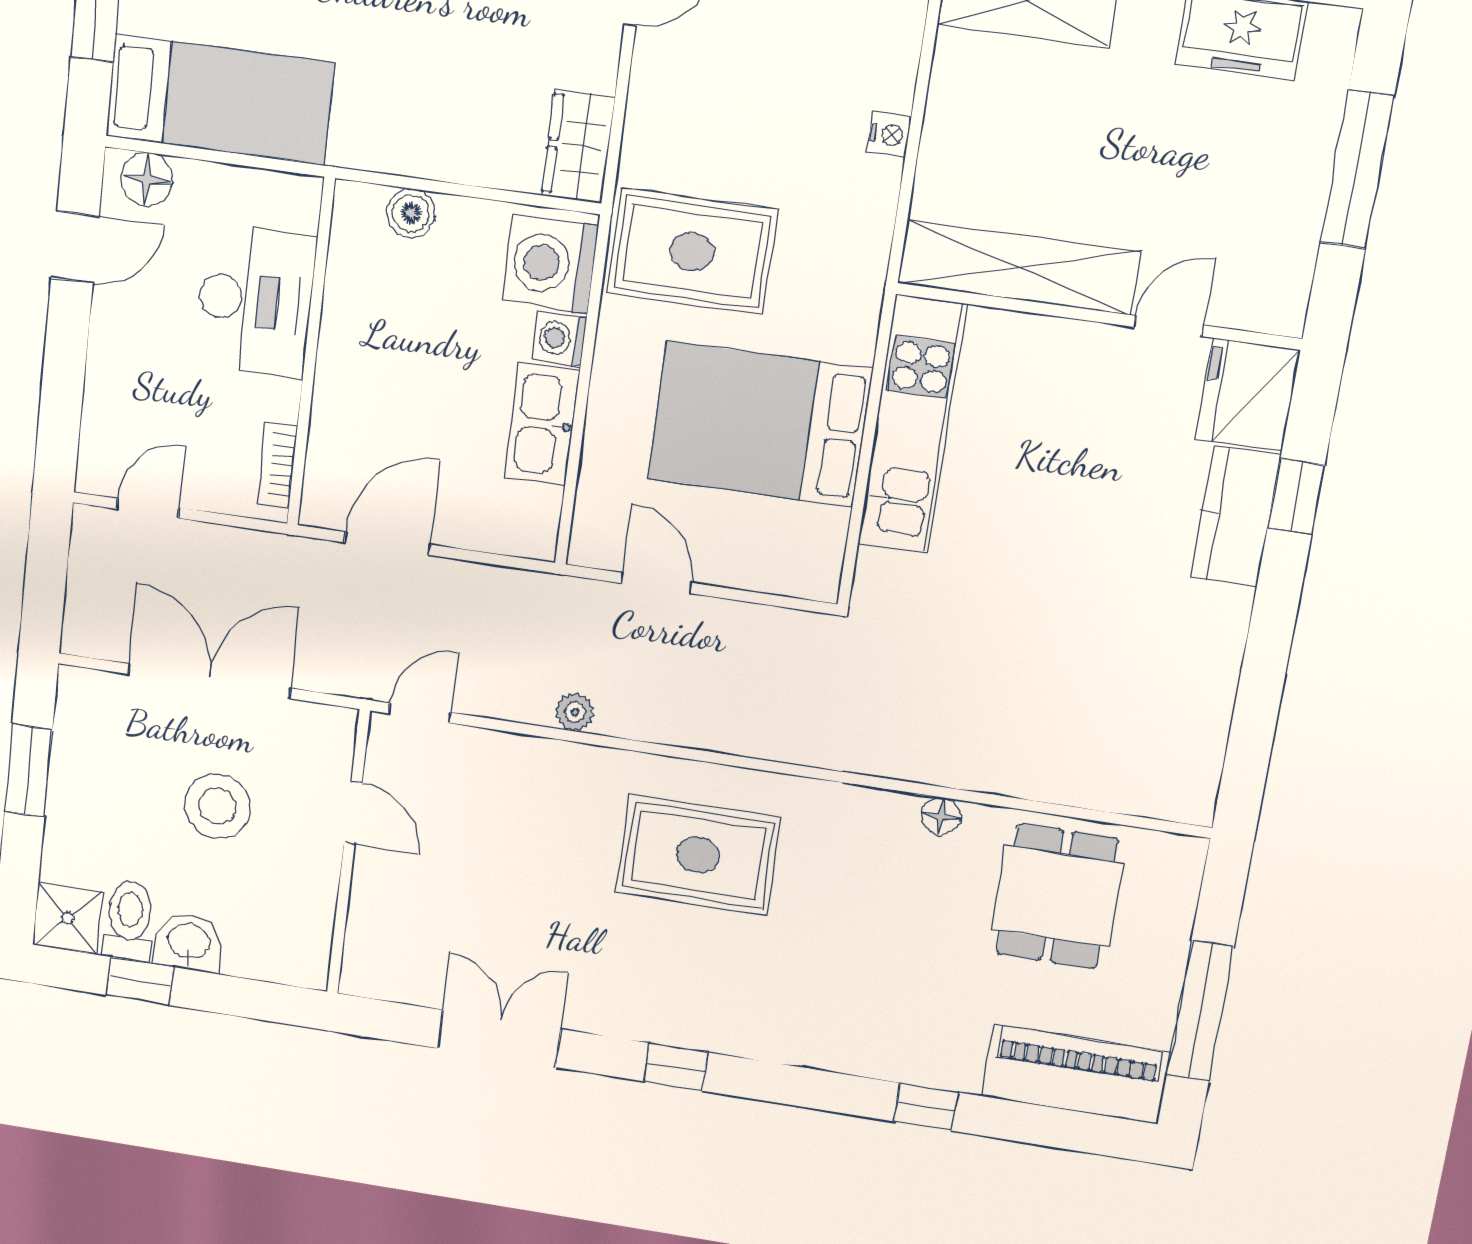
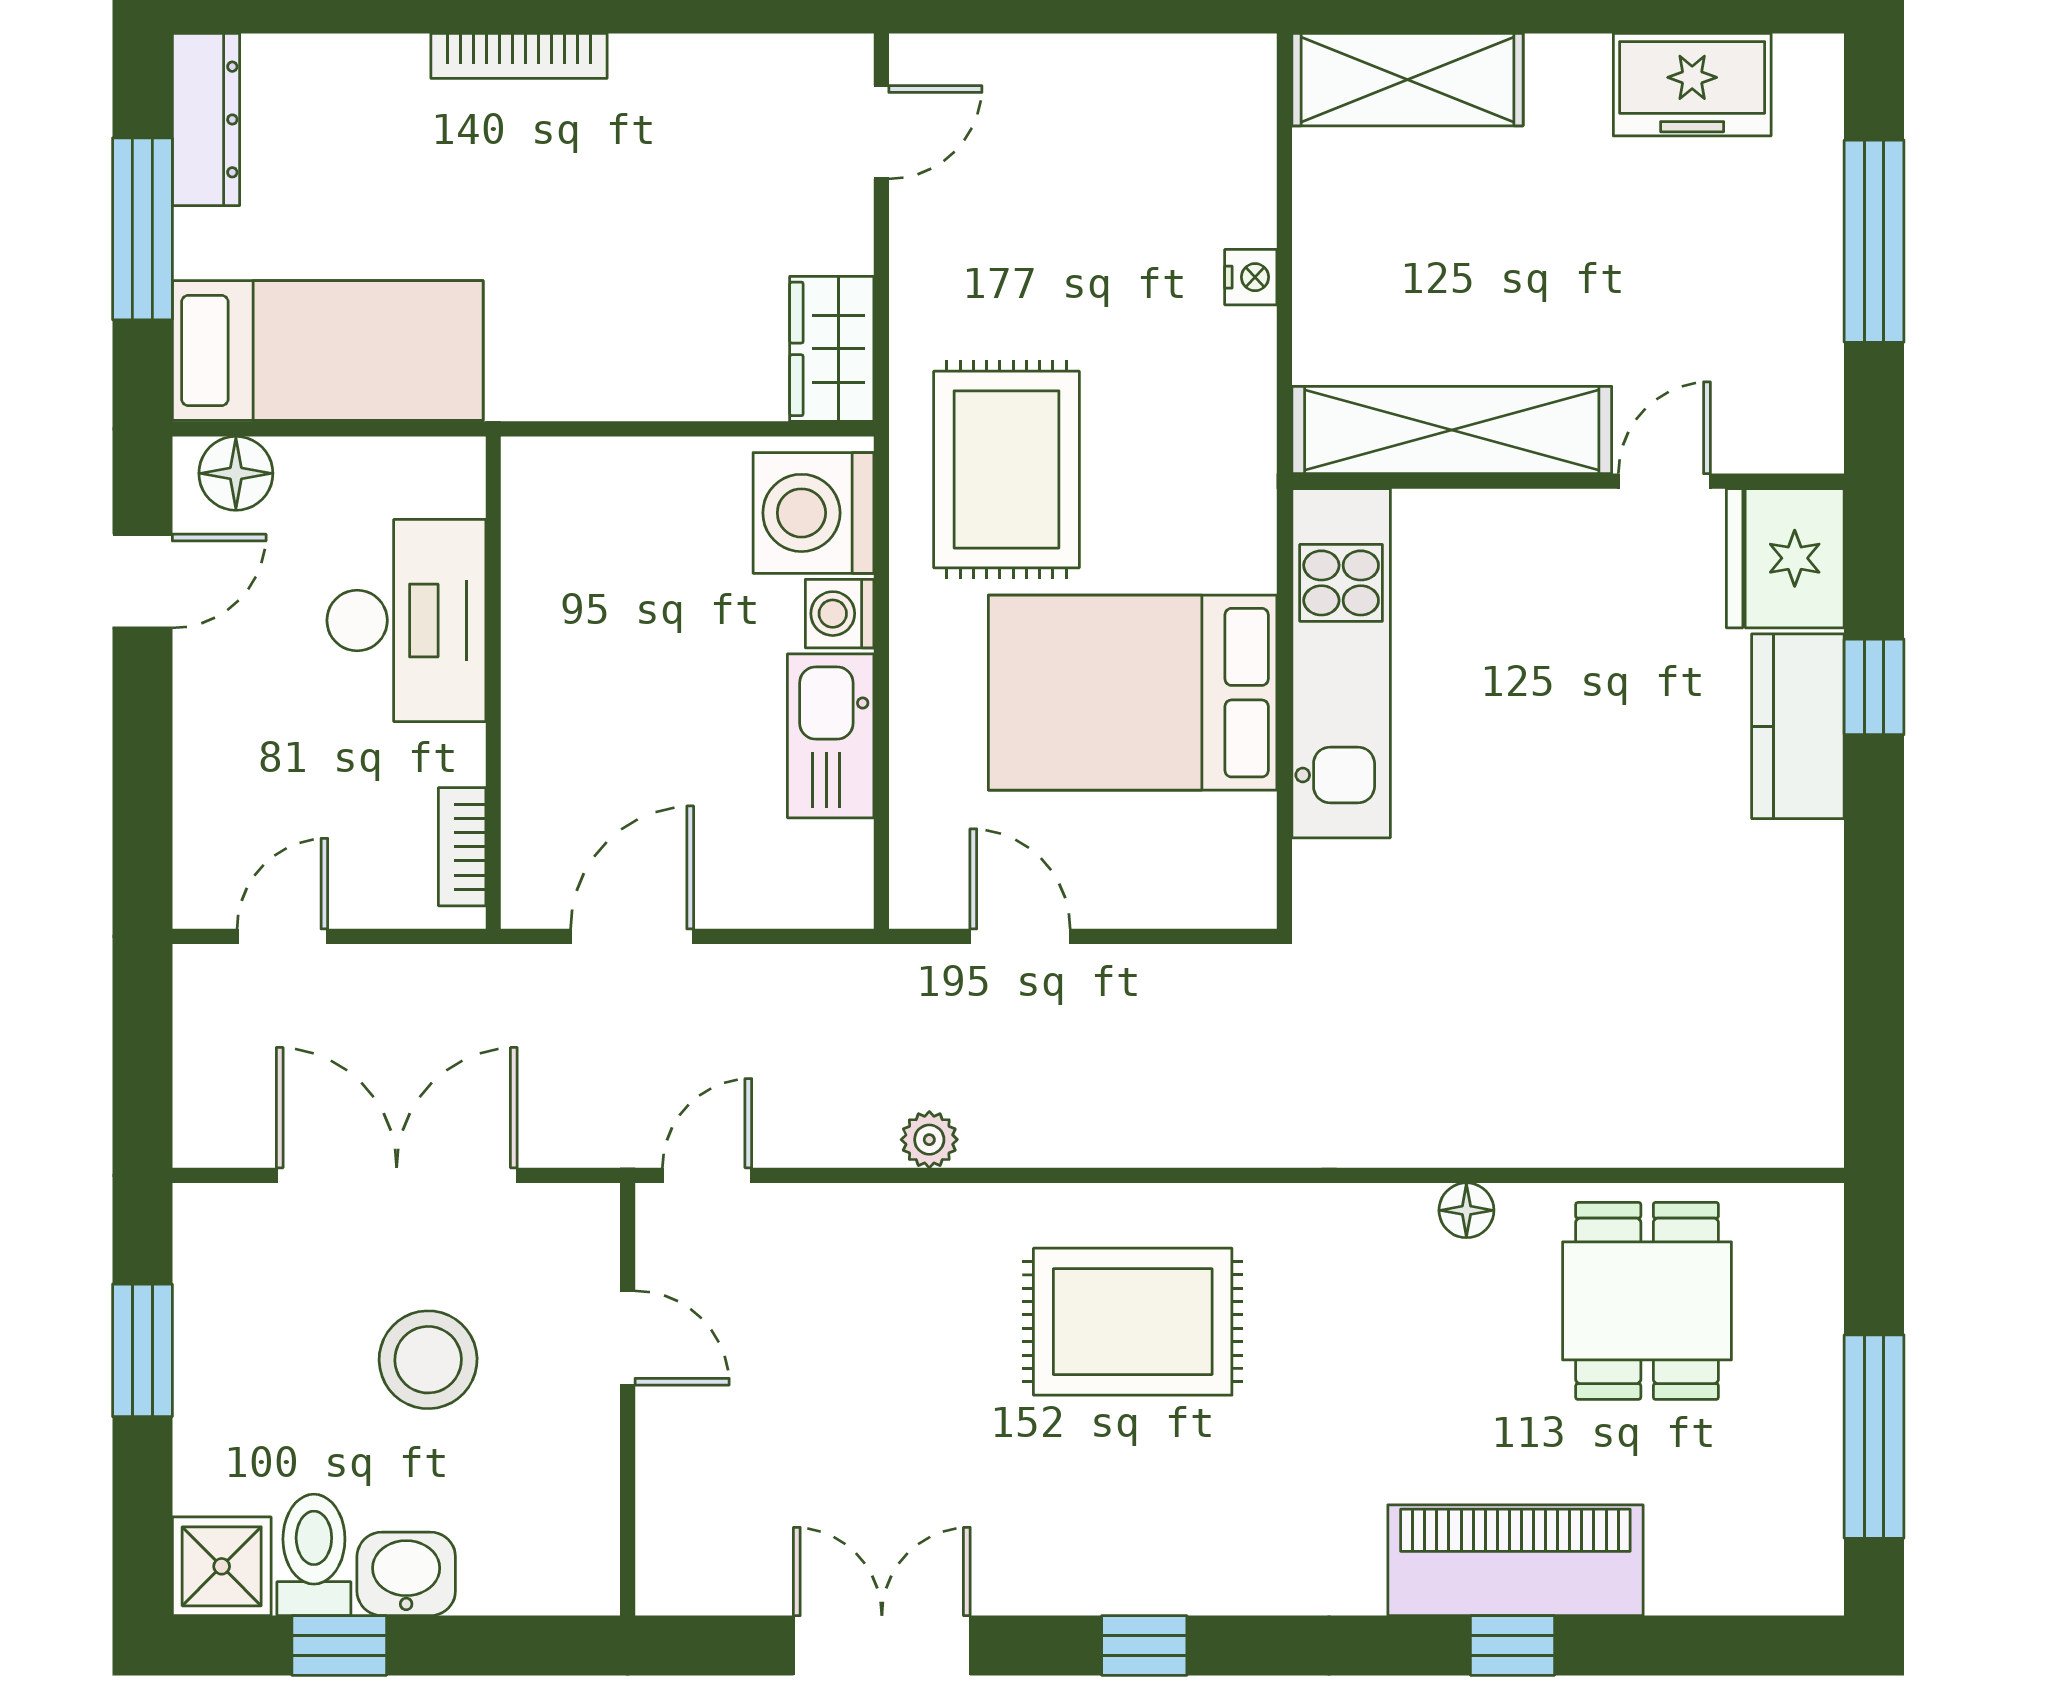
boiler: (411, 213) -> (612, 470), removed
rug: (692, 252) -> (1007, 469), turned 90
piano: (1076, 1074) -> (1515, 1560), moved

